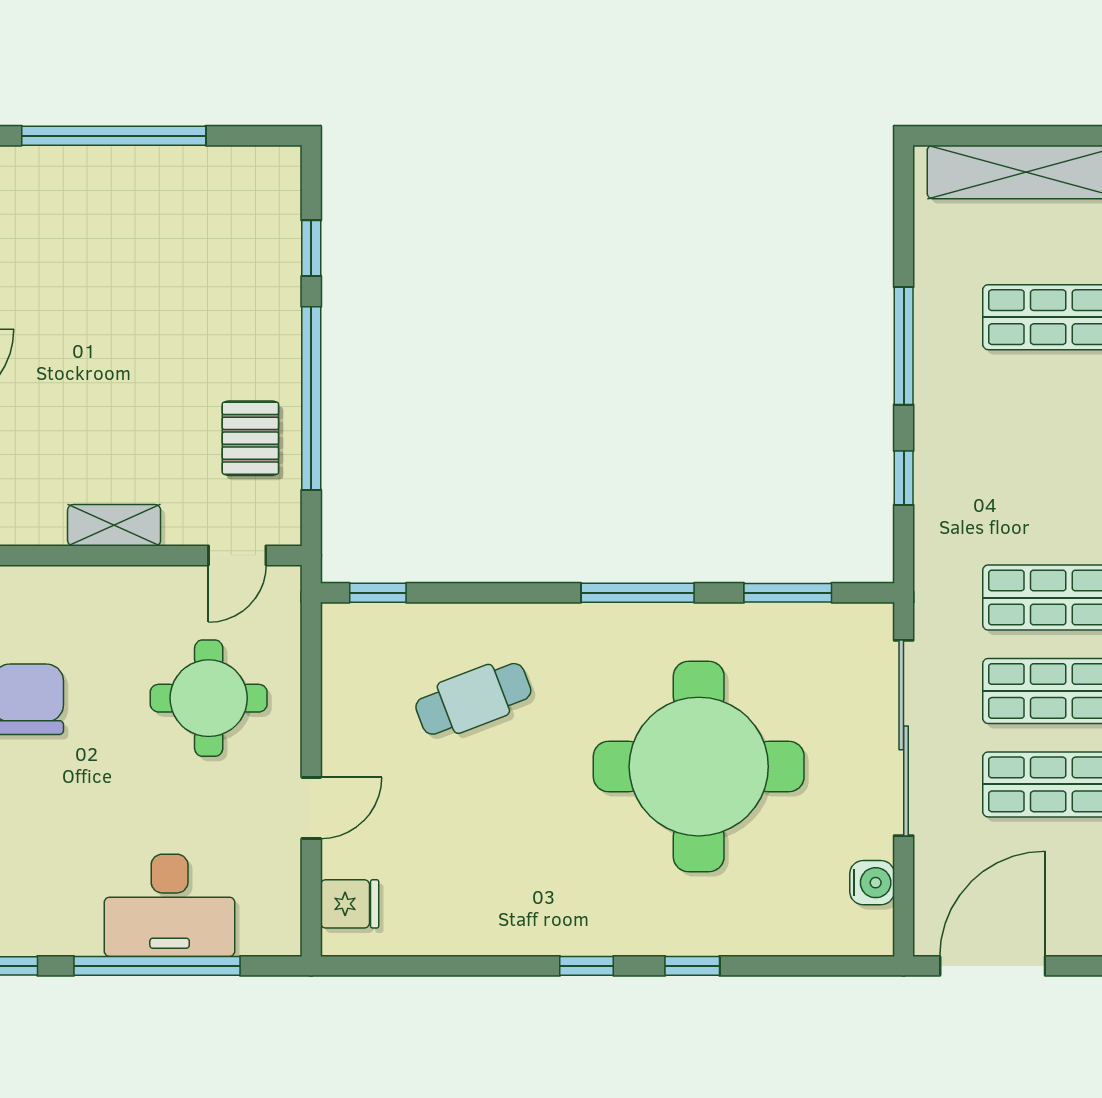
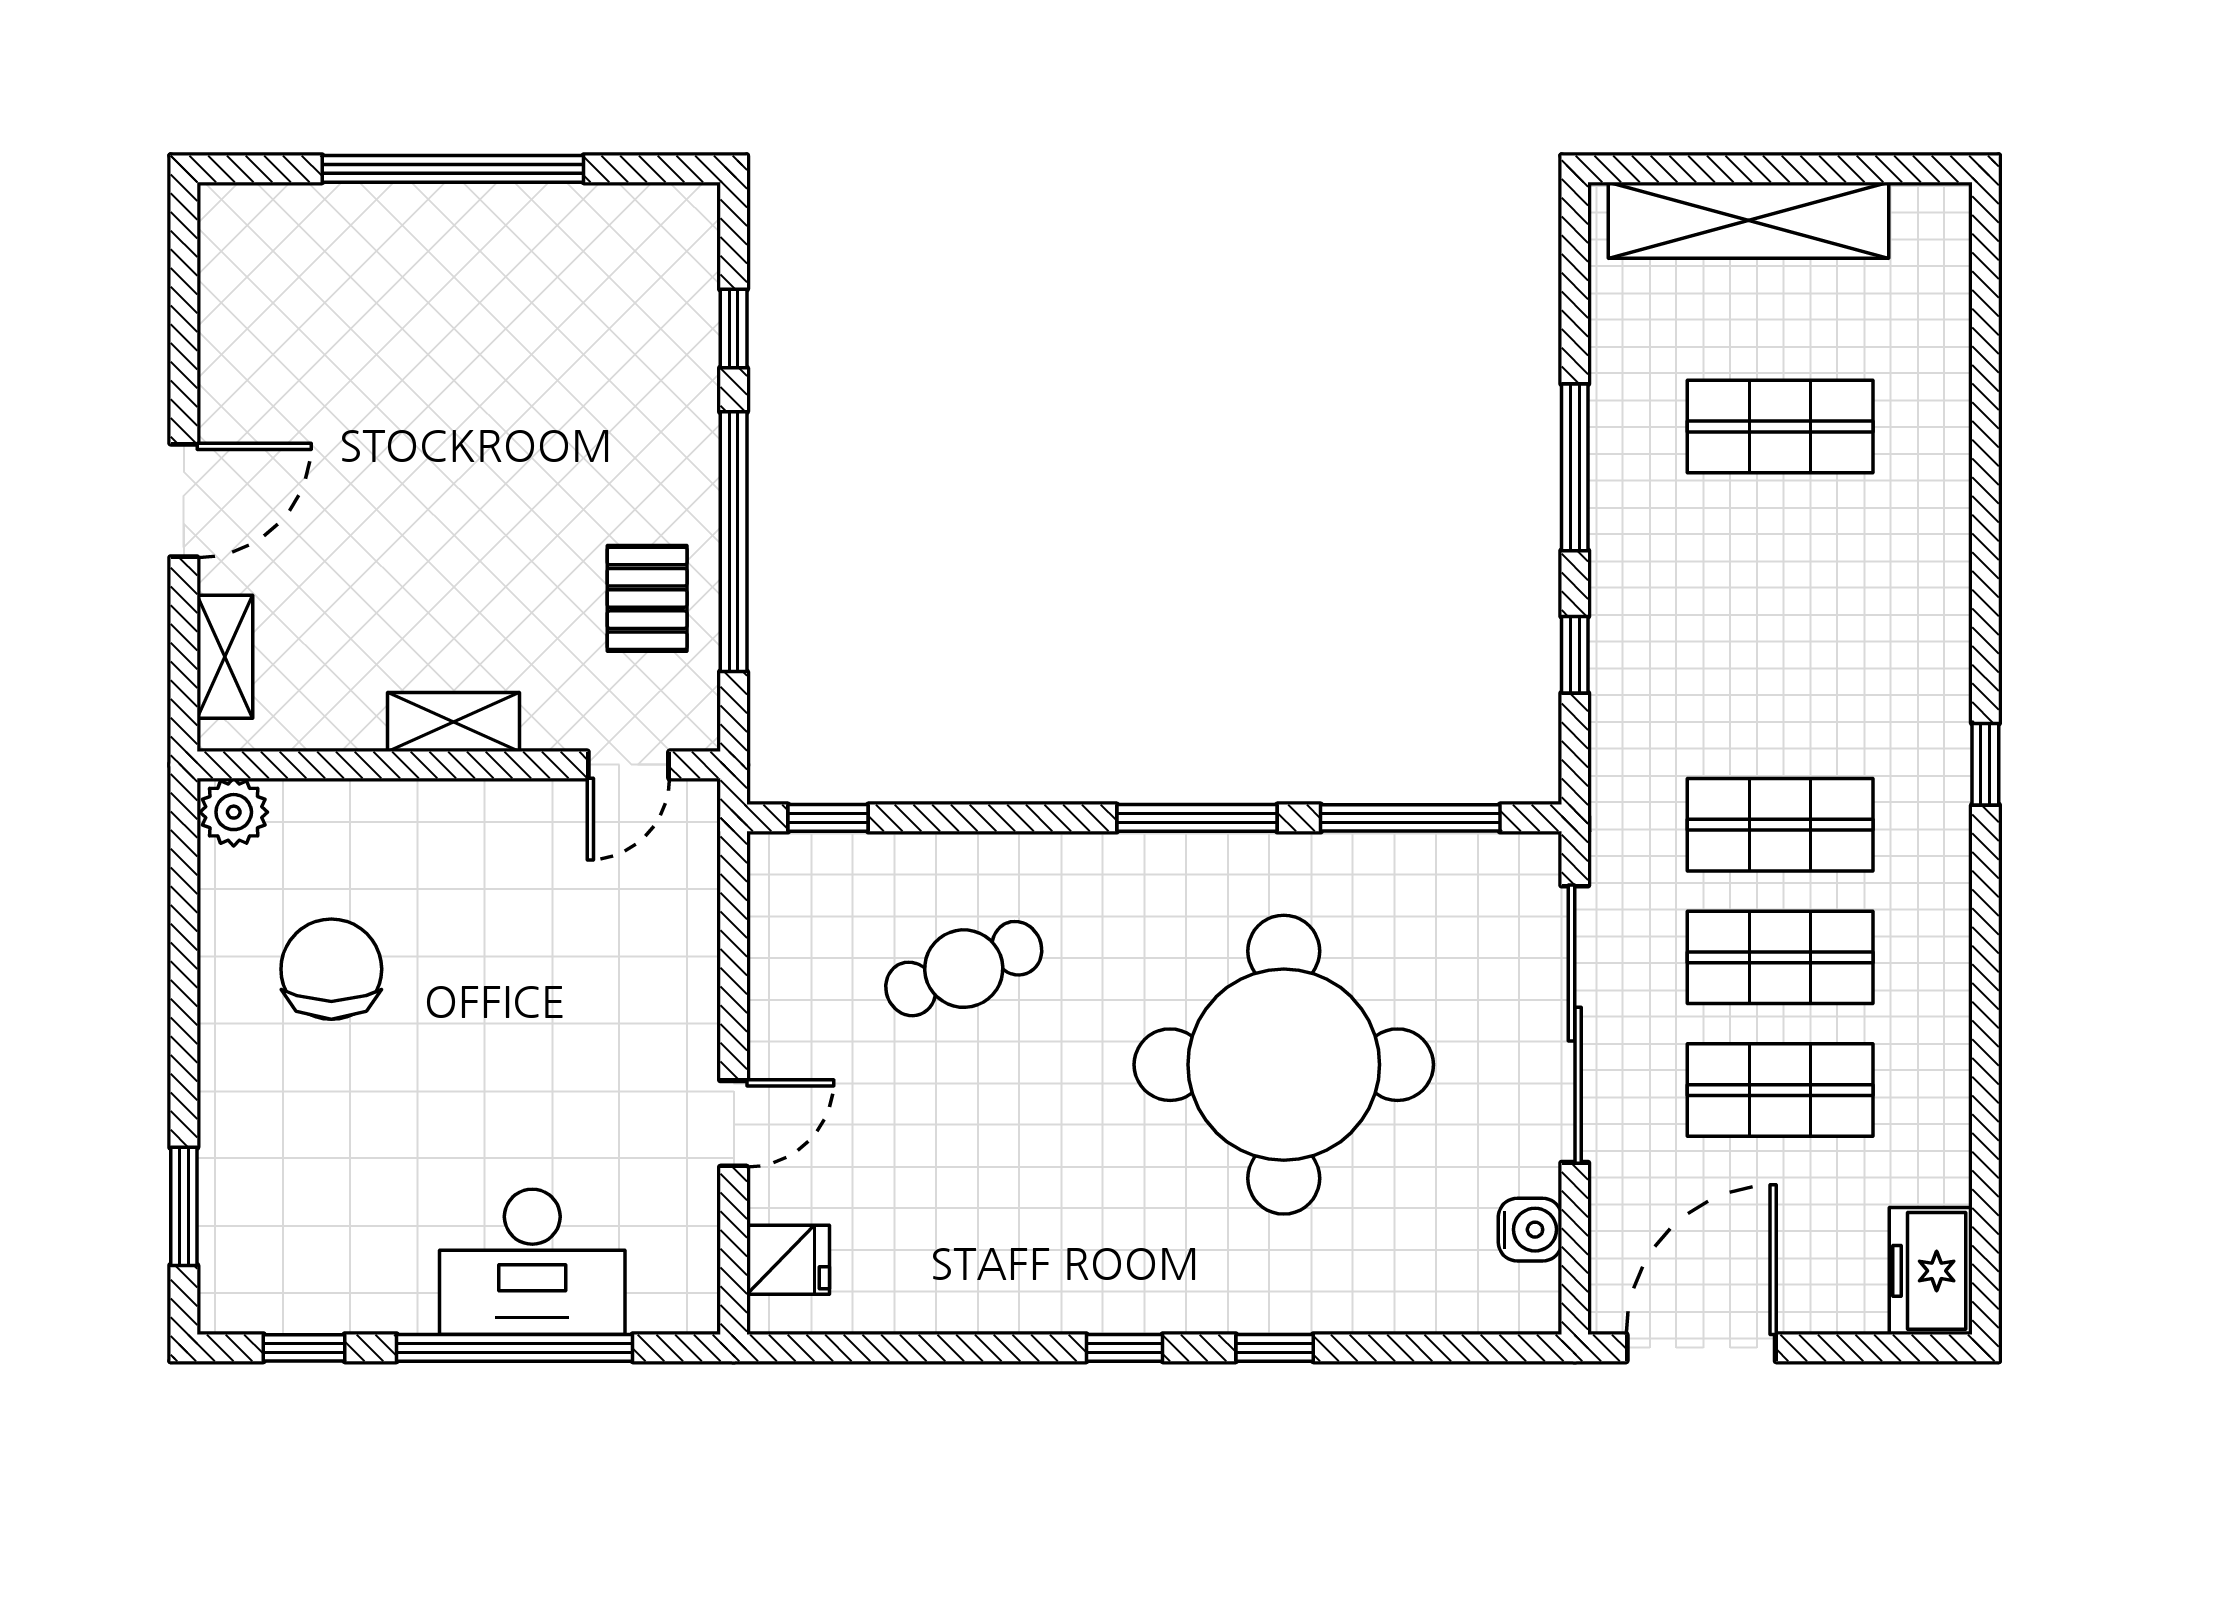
window: (788, 593) -> (1410, 818), width x1.44
round table: (209, 698) -> (588, 968), removed

